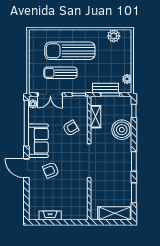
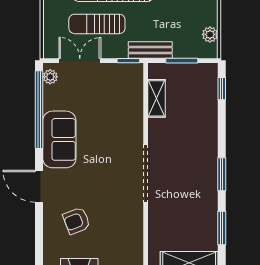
bench: (105, 88) -> (150, 50), moved
double door: (50, 94) -> (80, 61), swing flipped
armchair: (71, 128) -> (114, 118), removed
boiler: (122, 130) -> (201, 121), removed
armchair: (51, 170) -> (76, 221), moved

